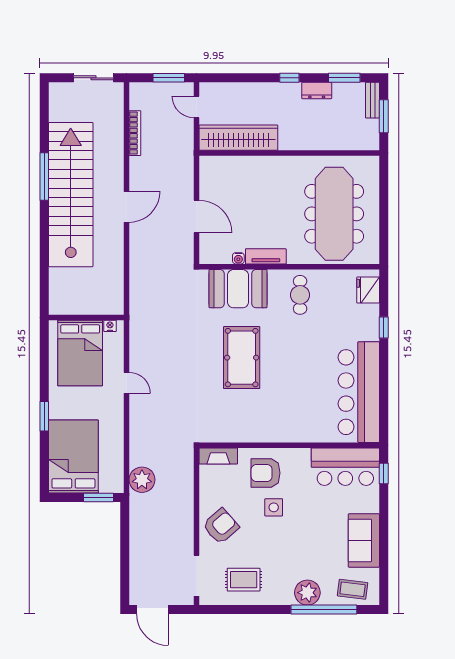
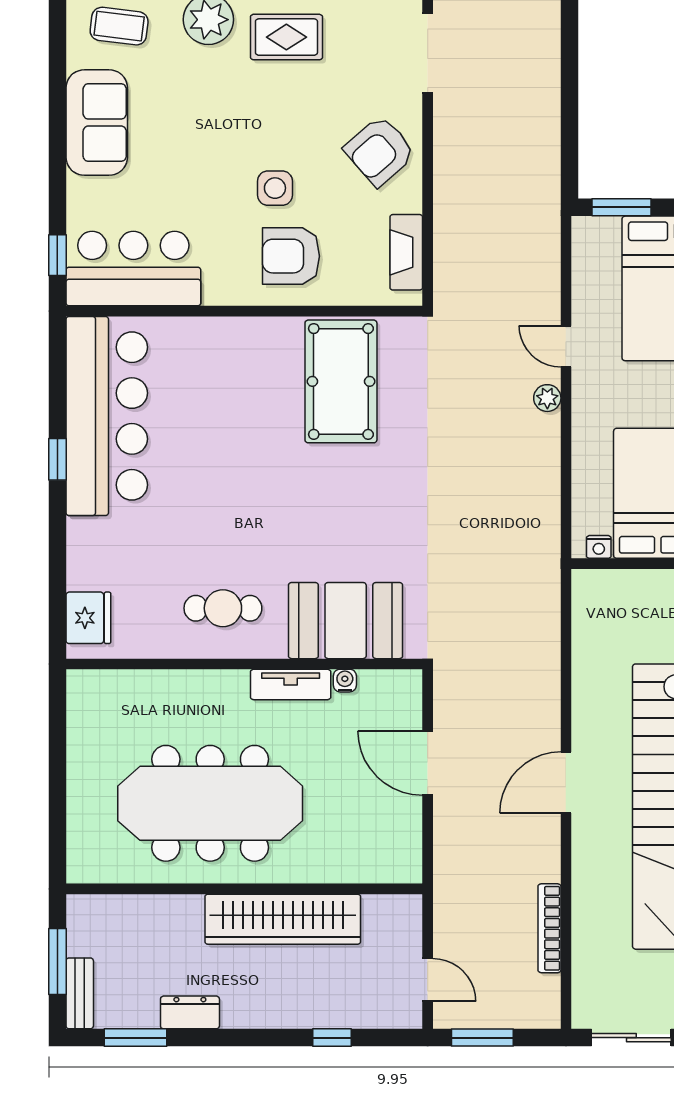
window: (289, 78) -> (332, 1038), moved
wardrobe: (238, 138) -> (283, 919), moved
meeting table: (334, 214) -> (210, 803), moved, turned 90
cafe table: (300, 295) -> (223, 608), turned 90
window: (384, 327) -> (57, 459), moved
pool table: (242, 358) -> (341, 381), moved
door: (127, 383) -> (566, 346), moved
fireplace: (218, 456) -> (406, 252), moved, turned -90
armchair: (266, 473) -> (291, 256), turned 180
plant: (142, 480) -> (547, 398), moved, width x0.53, depth x0.53
rug: (244, 580) -> (286, 37), moved

